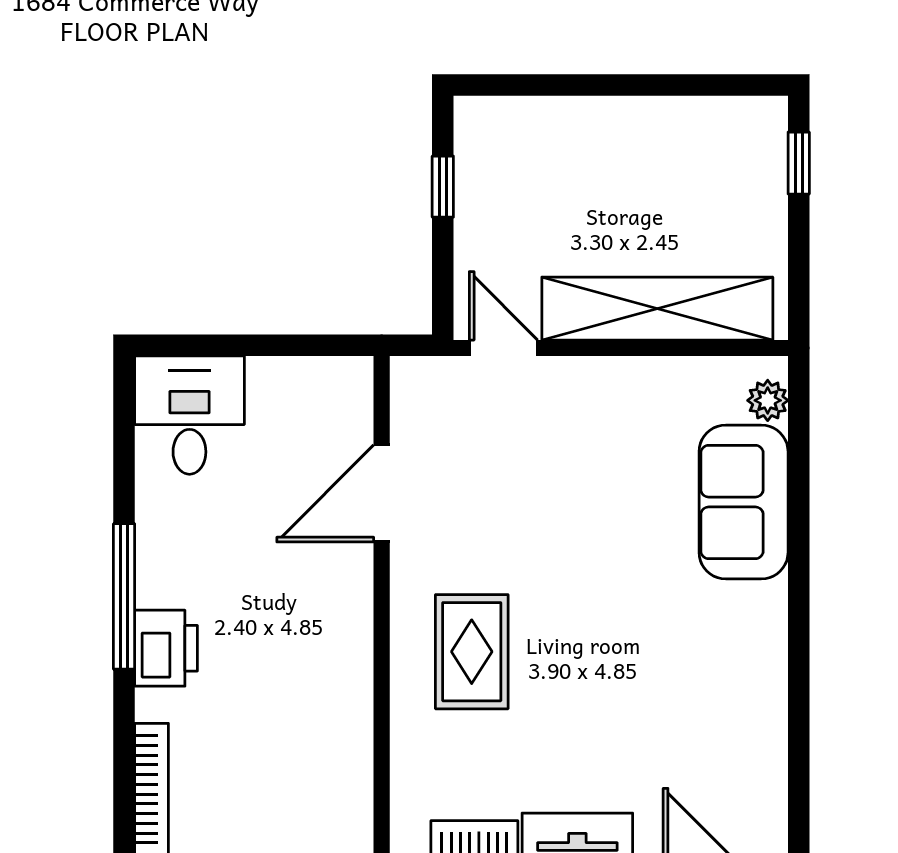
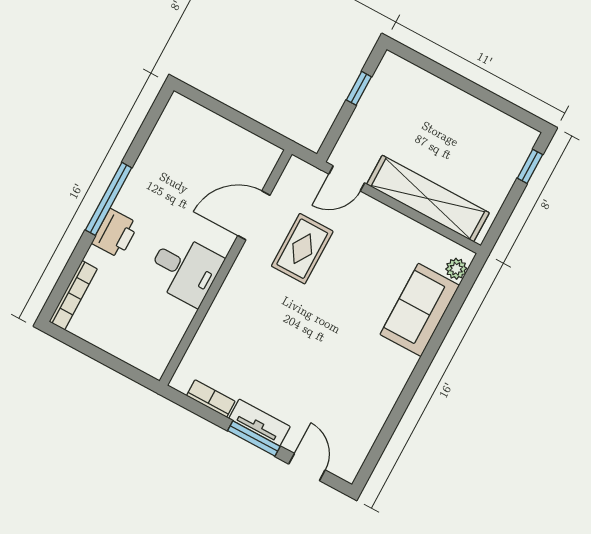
door: (504, 348) -> (347, 178), swing flipped
desk: (189, 415) -> (185, 269), moved, turned 90
rug: (472, 652) -> (302, 249), moved

